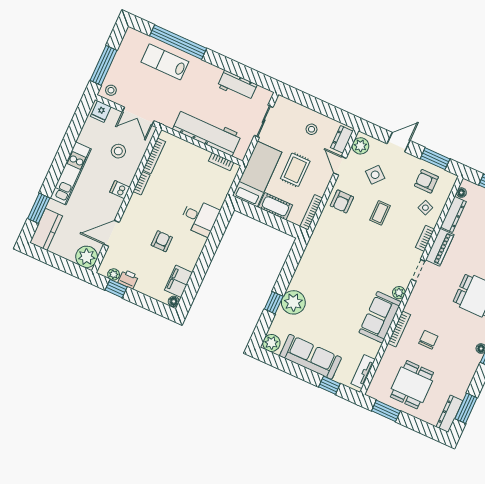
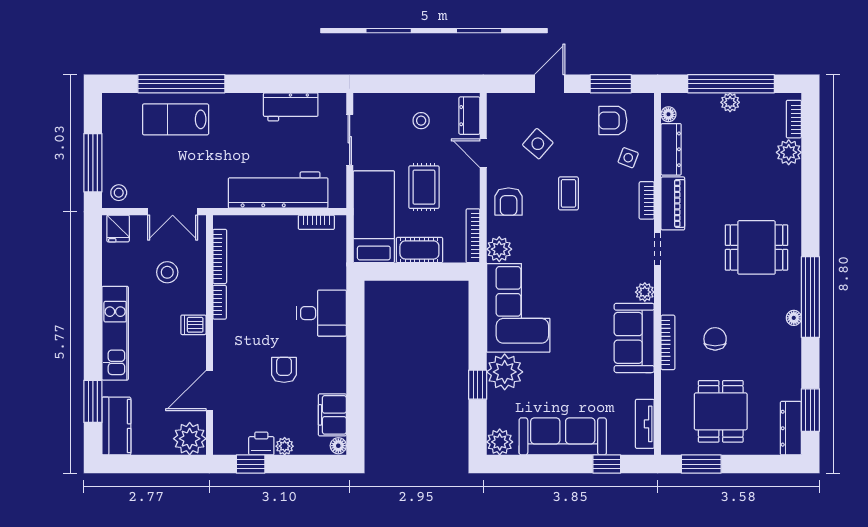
plant: (360, 146) -> (499, 249), moved
corner sofa: (319, 268) -> (518, 308), added
plant: (114, 274) -> (285, 446), moved

